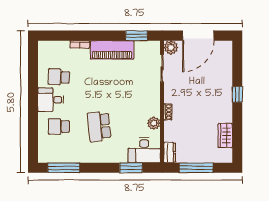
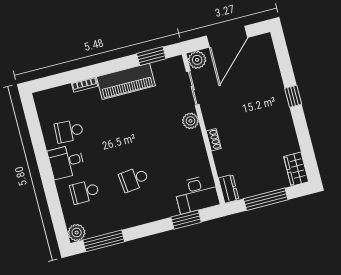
plant: (154, 123) -> (190, 121), moved
school desk: (99, 127) -> (134, 179), width x0.54
wardrobe: (225, 136) -> (296, 169), moved
plant: (45, 156) -> (77, 233), added

